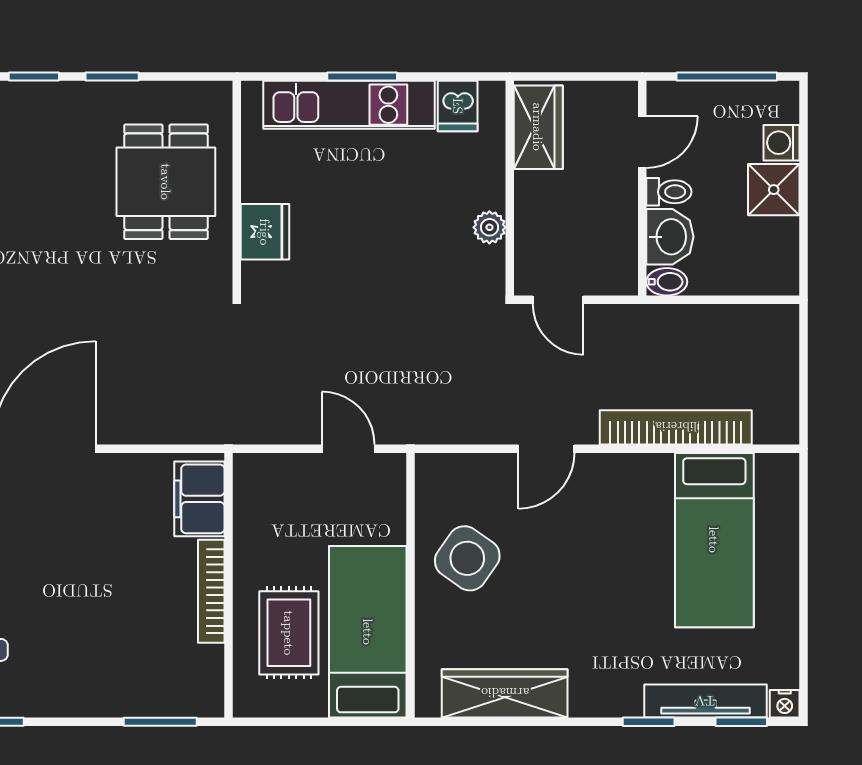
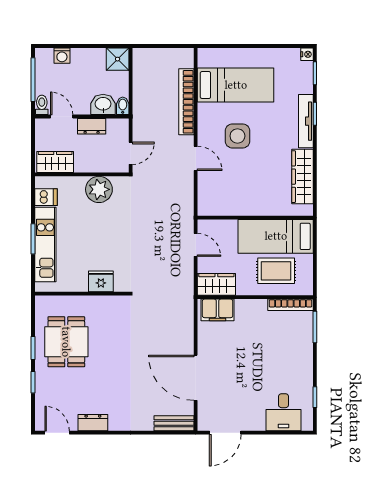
dining table: (166, 182) -> (66, 342), moved, turned 90
shower: (774, 190) -> (118, 59), moved
toilet: (669, 192) -> (42, 105), moved
dresser: (620, 211) -> (92, 126), added
plant: (489, 227) -> (99, 189), width x1.87, depth x1.87
door: (348, 449) -> (196, 245), swing flipped
wardrobe: (258, 496) -> (216, 284), added
side table: (467, 558) -> (237, 136), moved, turned -35
bookcase: (211, 591) -> (291, 305), moved
tv unit: (705, 701) -> (306, 121), moved

